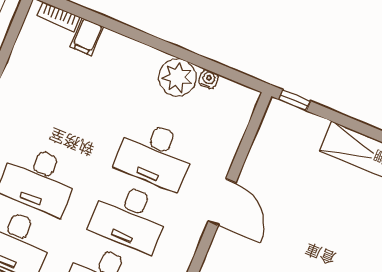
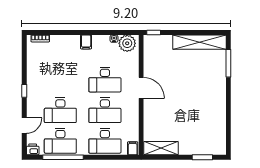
filing cabinet: (87, 37) -> (86, 42), moved
plant: (177, 77) -> (127, 43), moved

